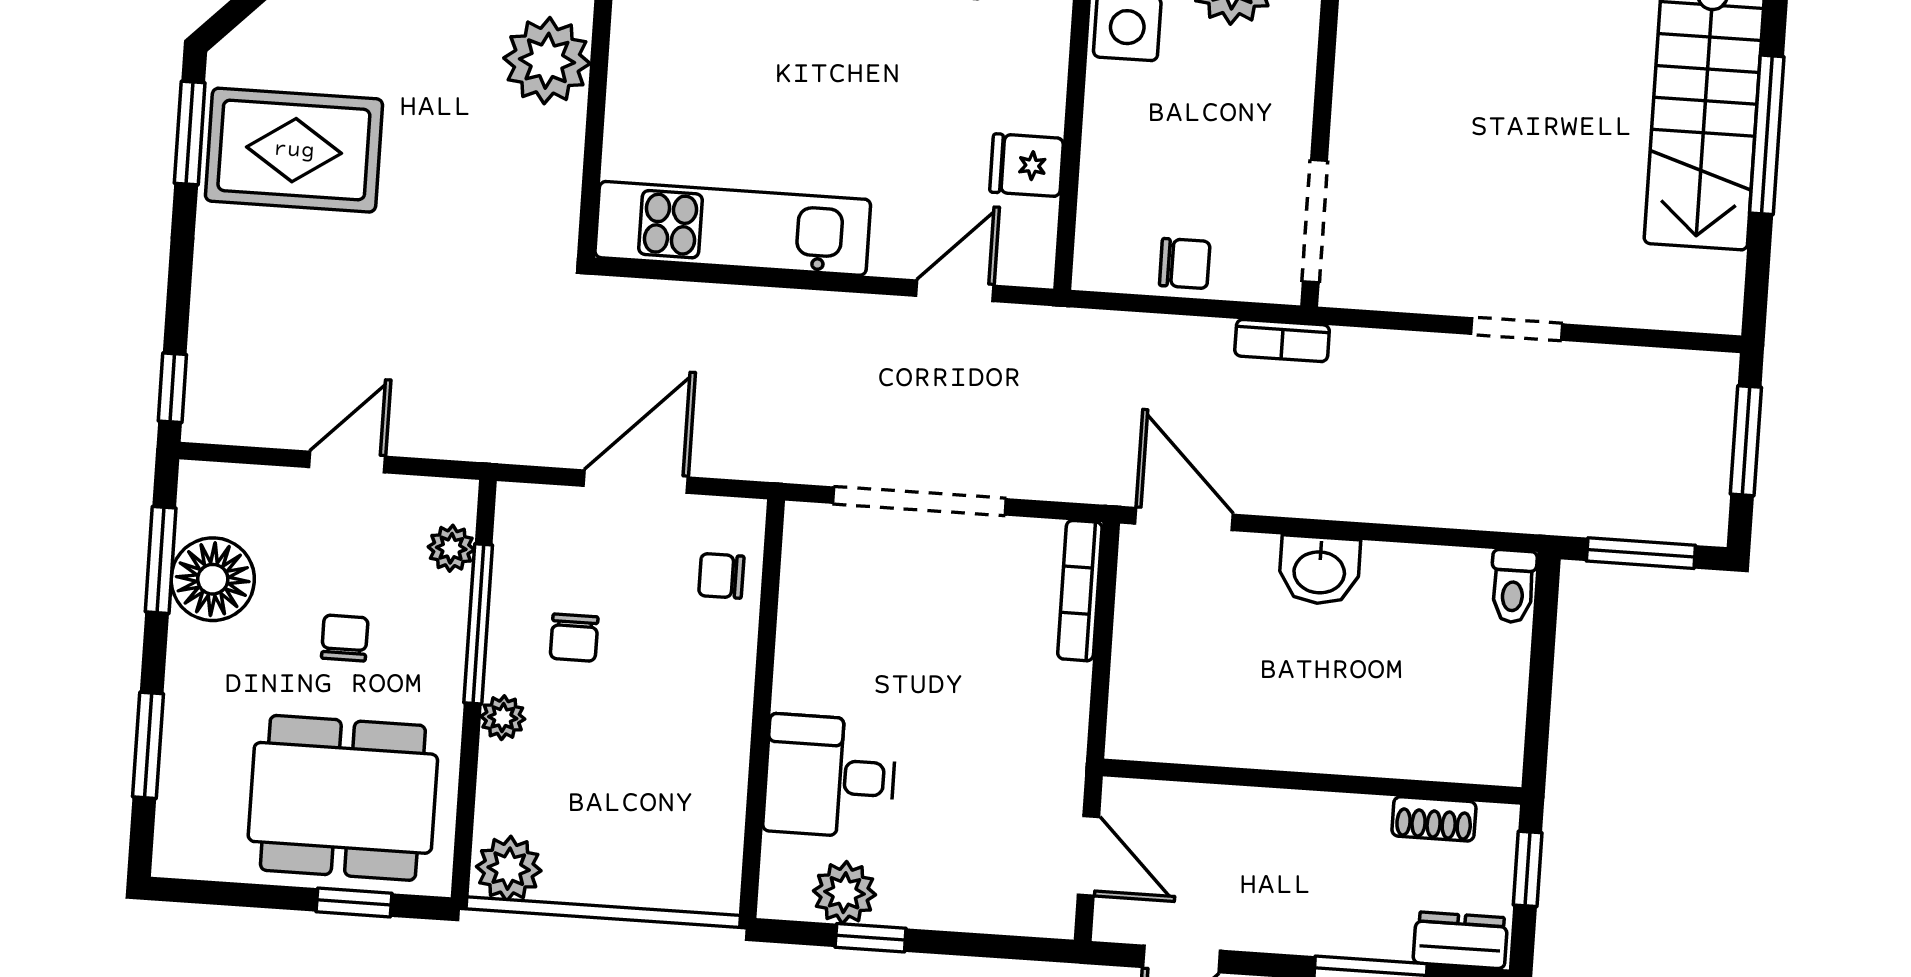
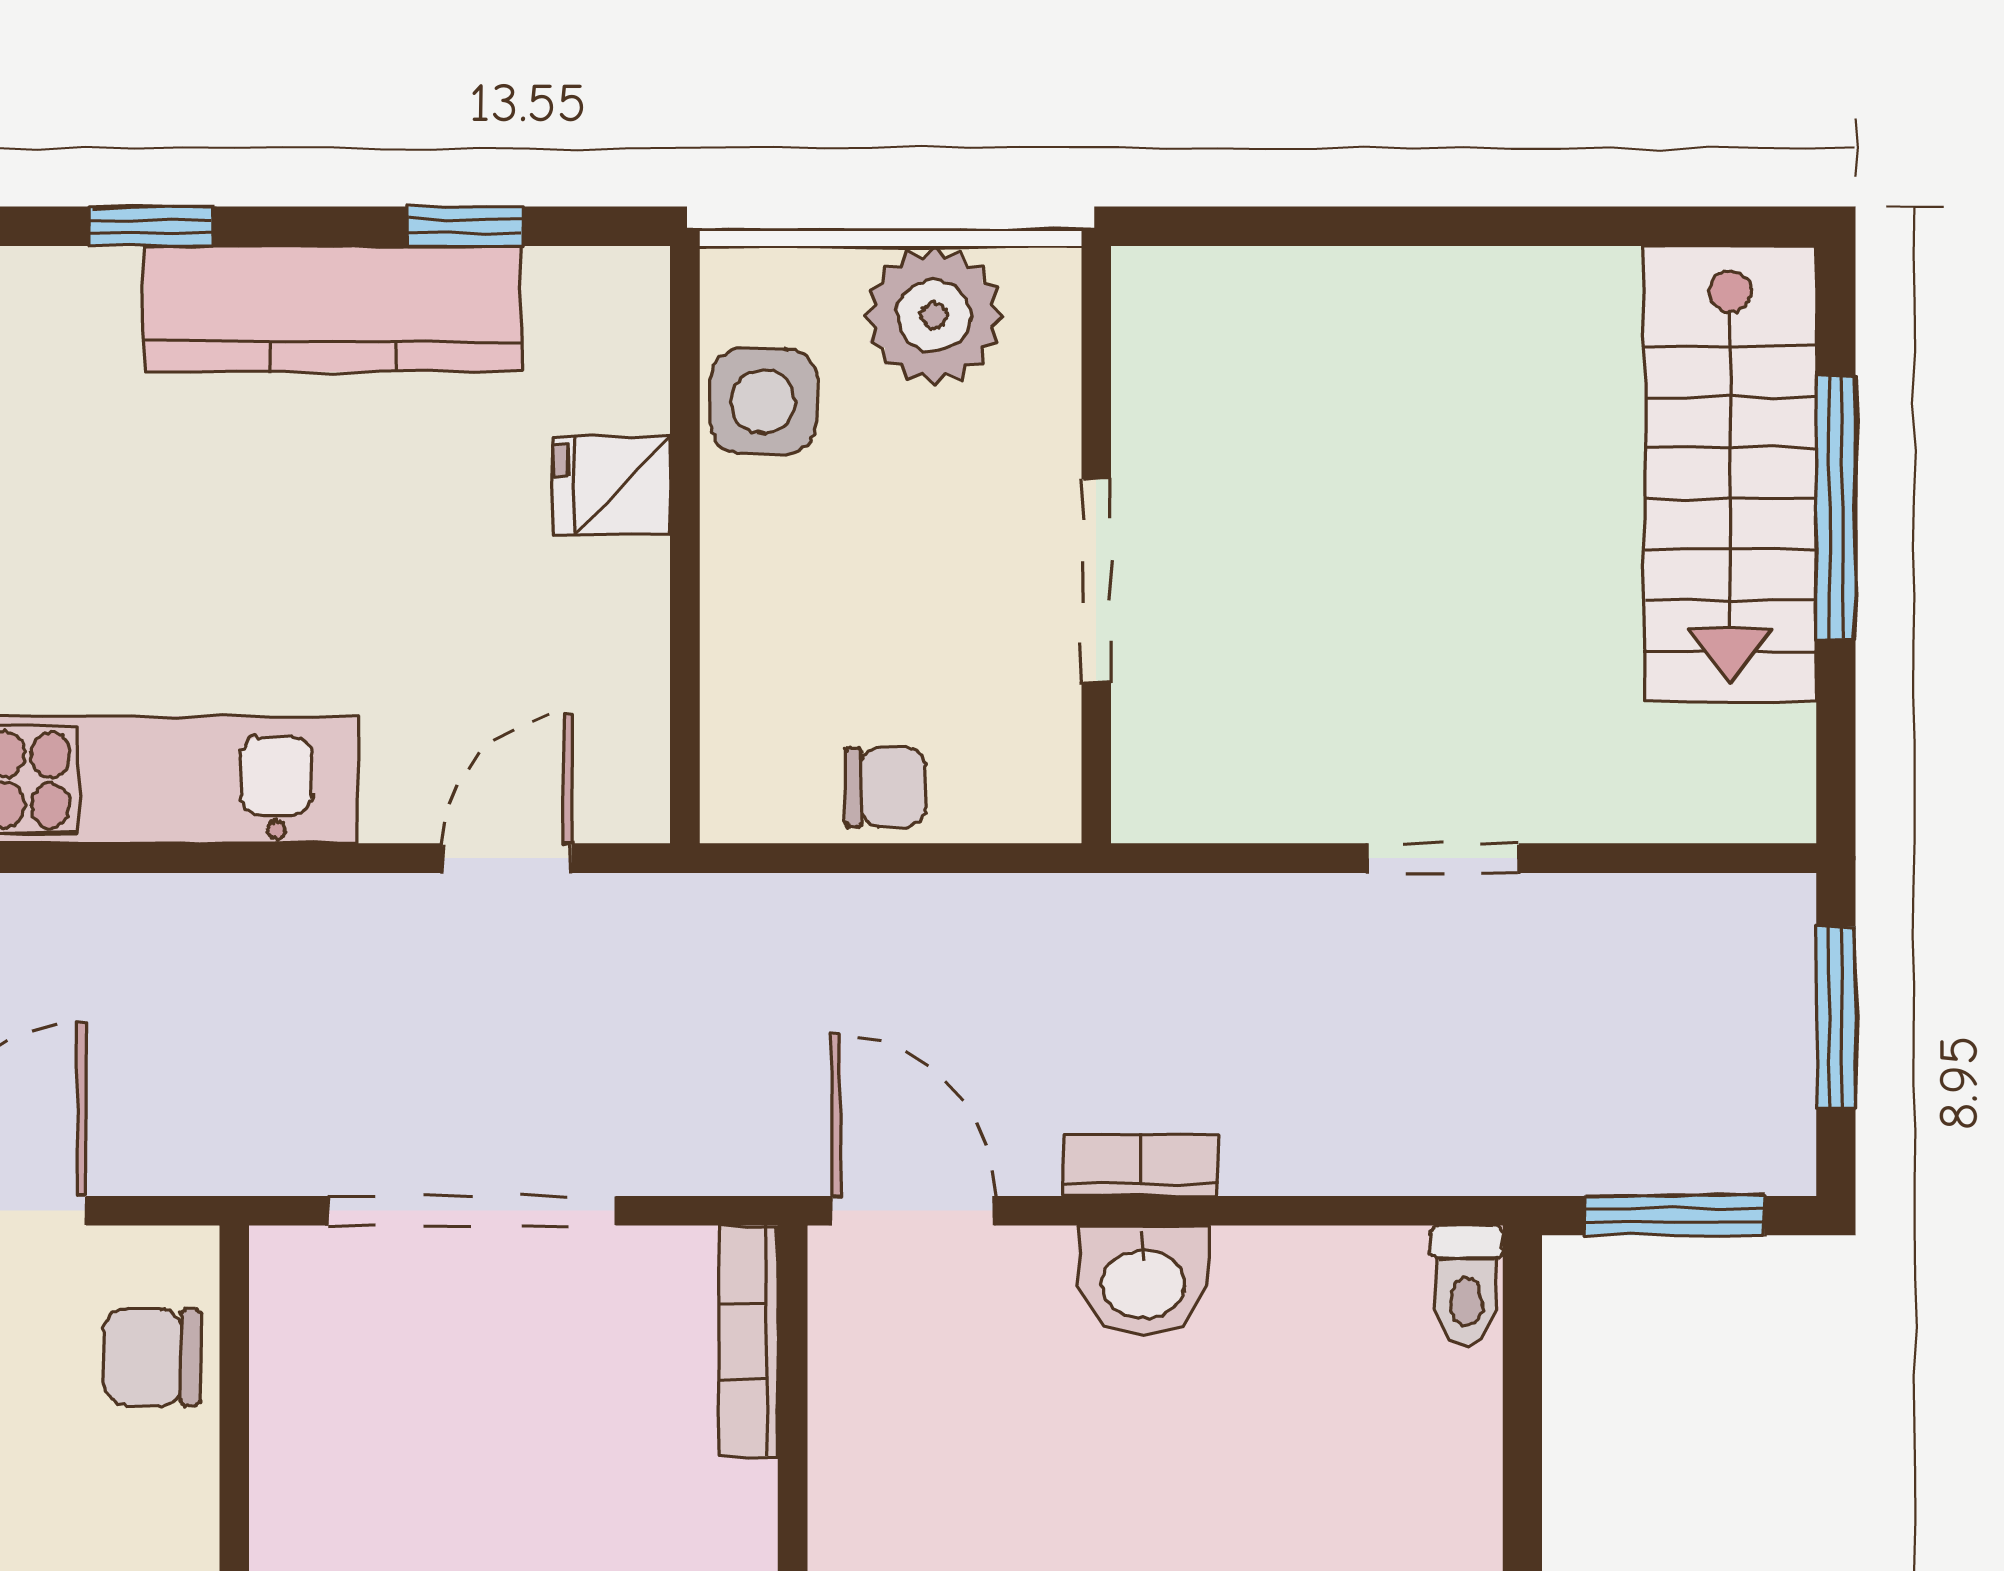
fridge: (1027, 165) -> (612, 485), moved
doorway: (1315, 221) -> (1096, 581), moved
bookcase: (1282, 341) -> (1140, 1165), moved, turned 180
chair: (721, 576) -> (152, 1357), width x1.37, depth x1.37

